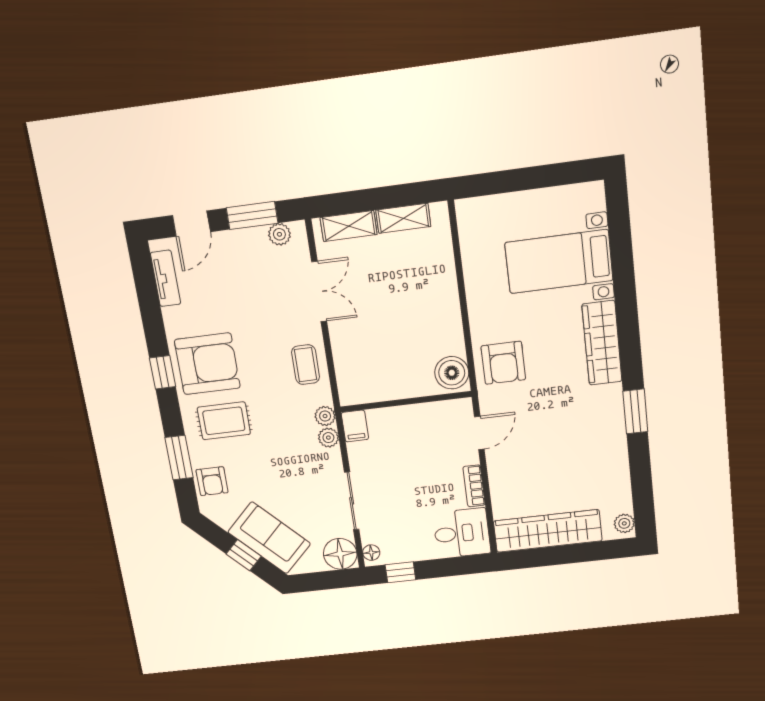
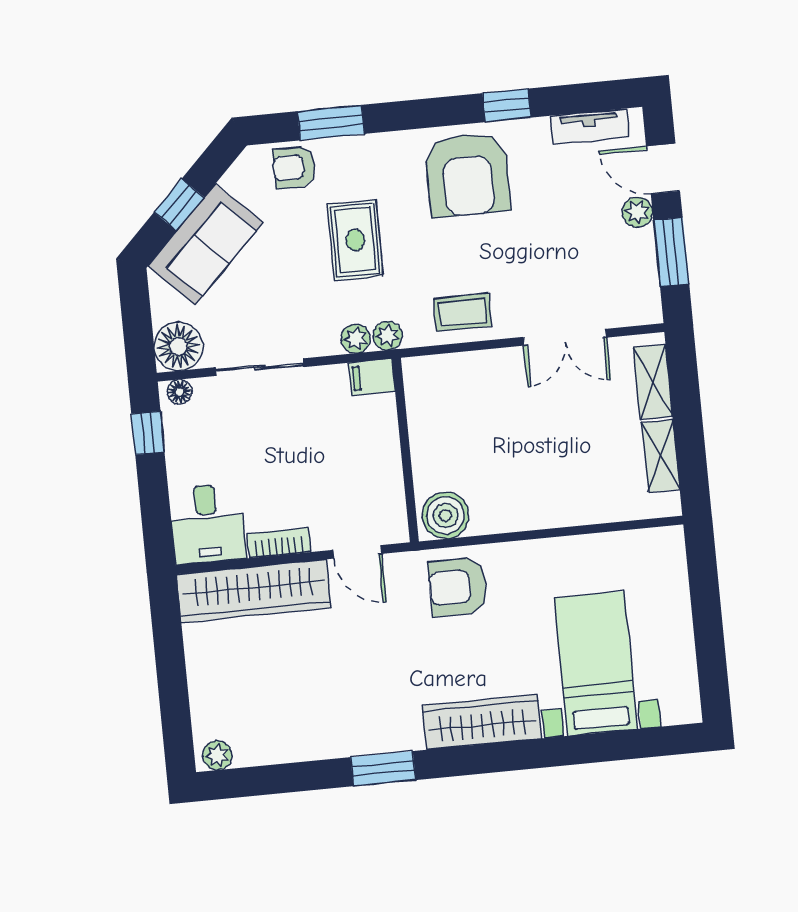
plant: (279, 234) -> (637, 212), moved
window: (163, 372) -> (507, 105), moved
rug: (224, 421) -> (355, 240), moved
wardrobe: (548, 531) -> (254, 591), moved, turned 90

